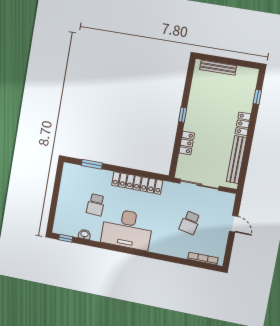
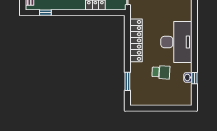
window: (183, 115) -> (45, 13), moved
window: (66, 238) -> (194, 78), moved

